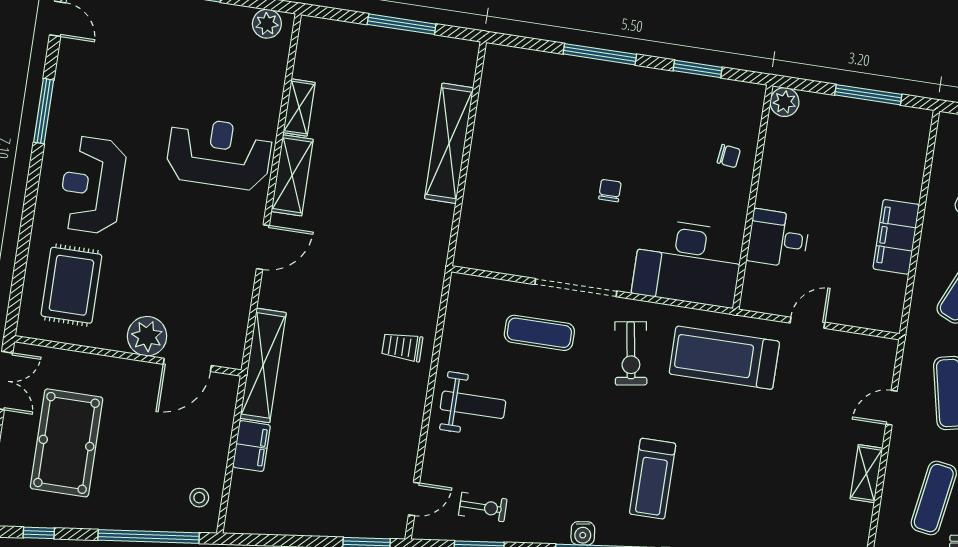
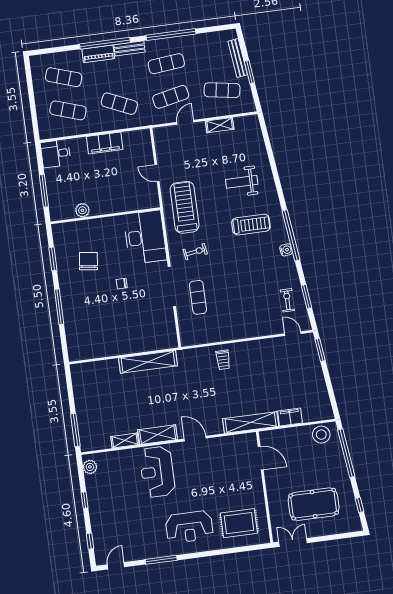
window: (402, 24) -> (75, 430), moved
window: (868, 95) -> (44, 191), moved
plant: (784, 102) -> (82, 210), moved
shelving: (449, 143) -> (148, 362), moved
chair: (729, 156) -> (88, 261), moved, width x1.87, depth x1.87
desk: (778, 239) -> (56, 154), moved, turned 90
plant: (147, 336) -> (253, 481), removed
exercise bike: (631, 353) -> (195, 252), width x0.73, depth x0.72
treadmill: (724, 358) -> (185, 207), turned 180
weight bench: (473, 405) -> (242, 182), moved, turned -90
door: (892, 408) -> (185, 122), swing flipped
stool: (199, 498) -> (321, 435), width x1.89, depth x1.89

